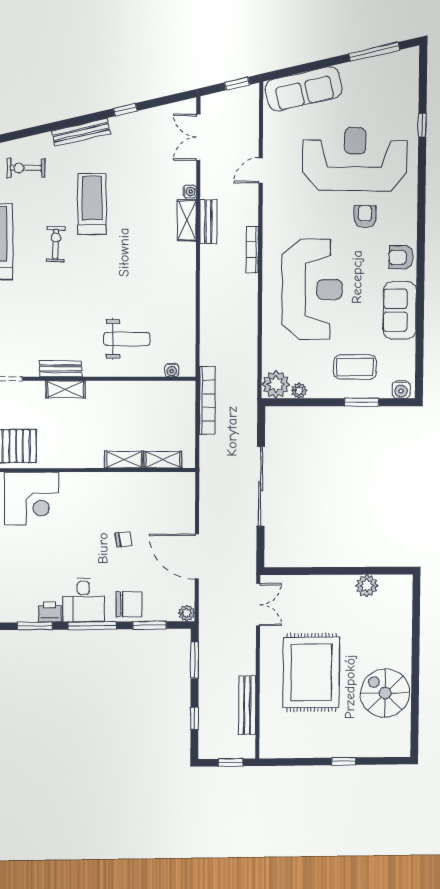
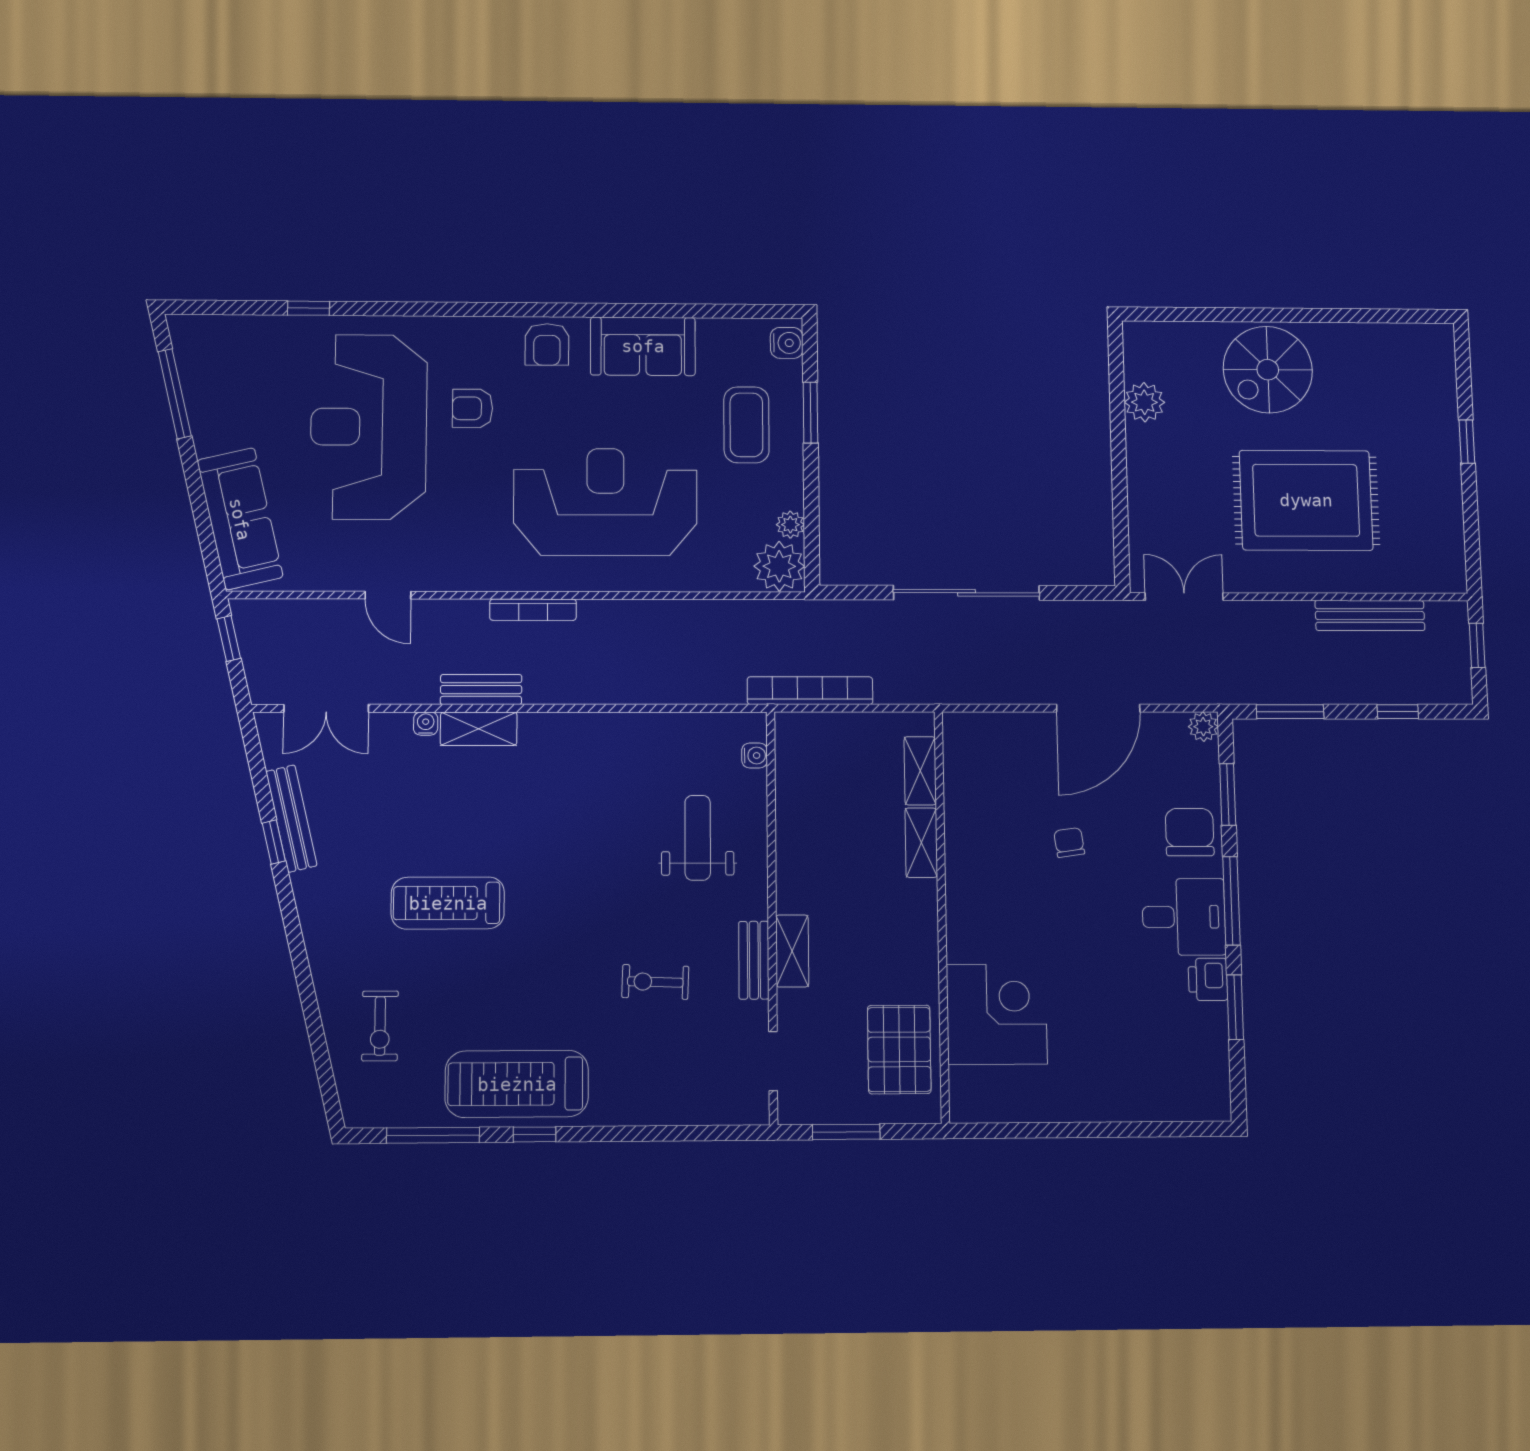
bench: (81, 132) -> (291, 818), moved
exercise bike: (56, 244) -> (655, 982), moved
spiral stairs: (385, 693) -> (1268, 370), moved

